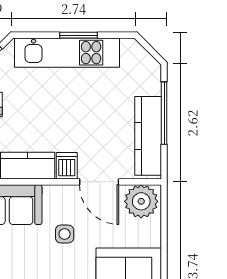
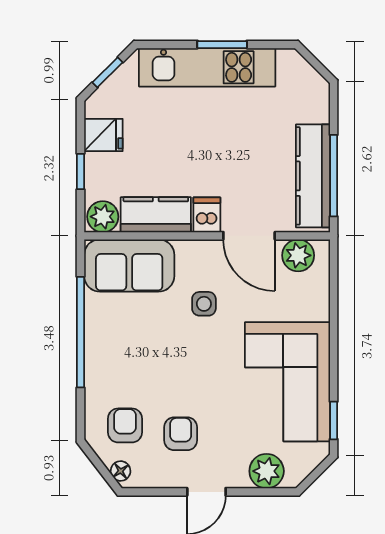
window: (164, 113) -> (334, 176), moved
plant: (141, 201) -> (298, 255), width x0.73, depth x0.73

